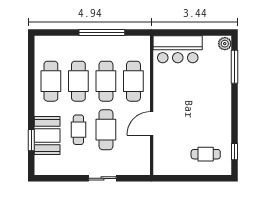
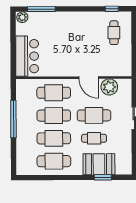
plant: (140, 148) -> (109, 87), added

